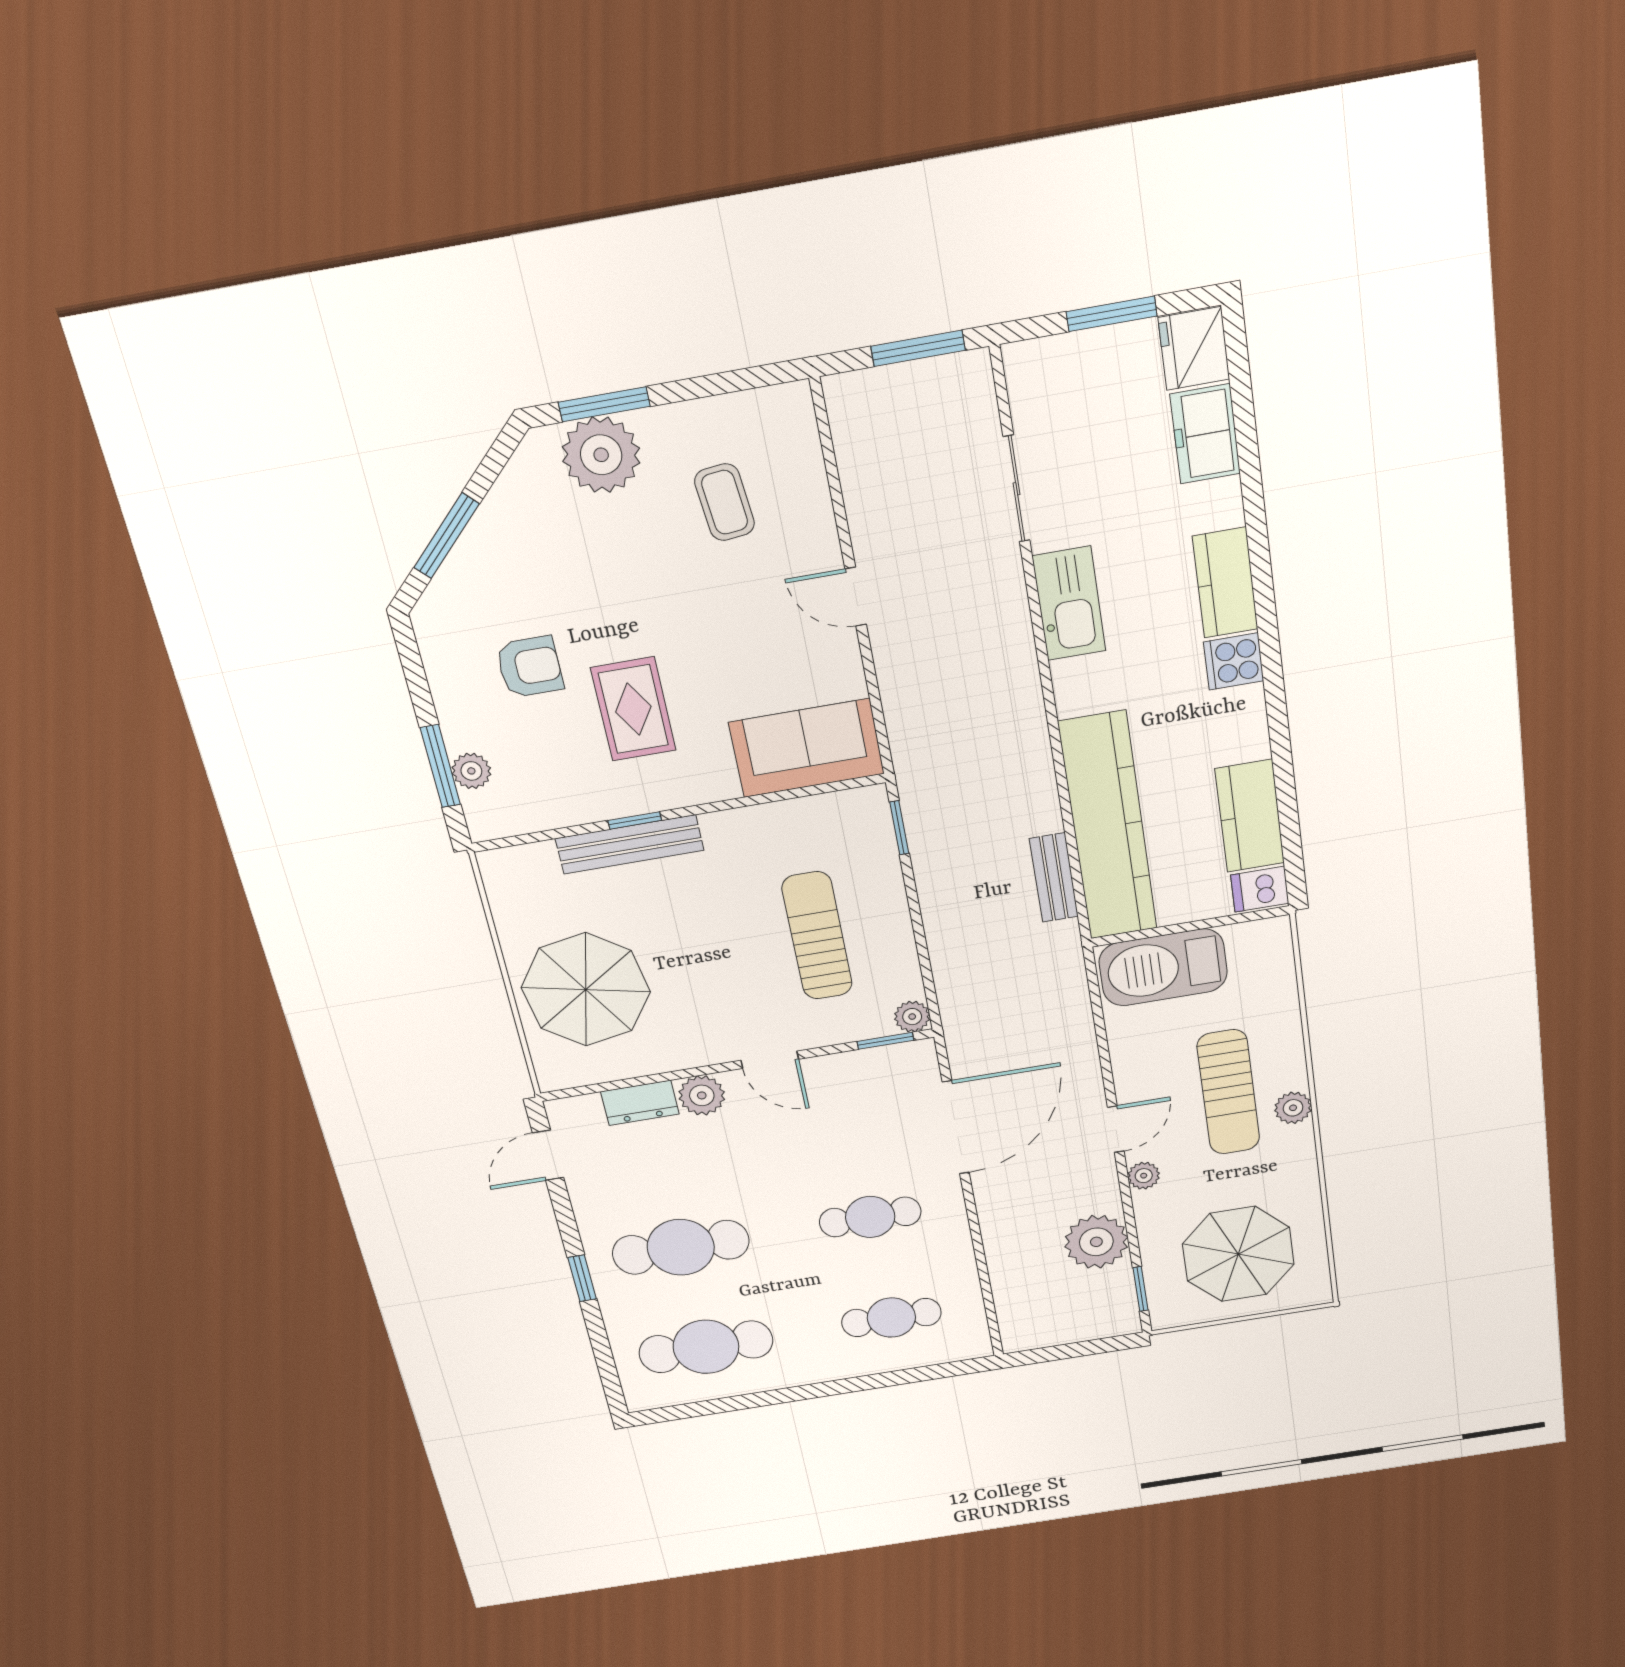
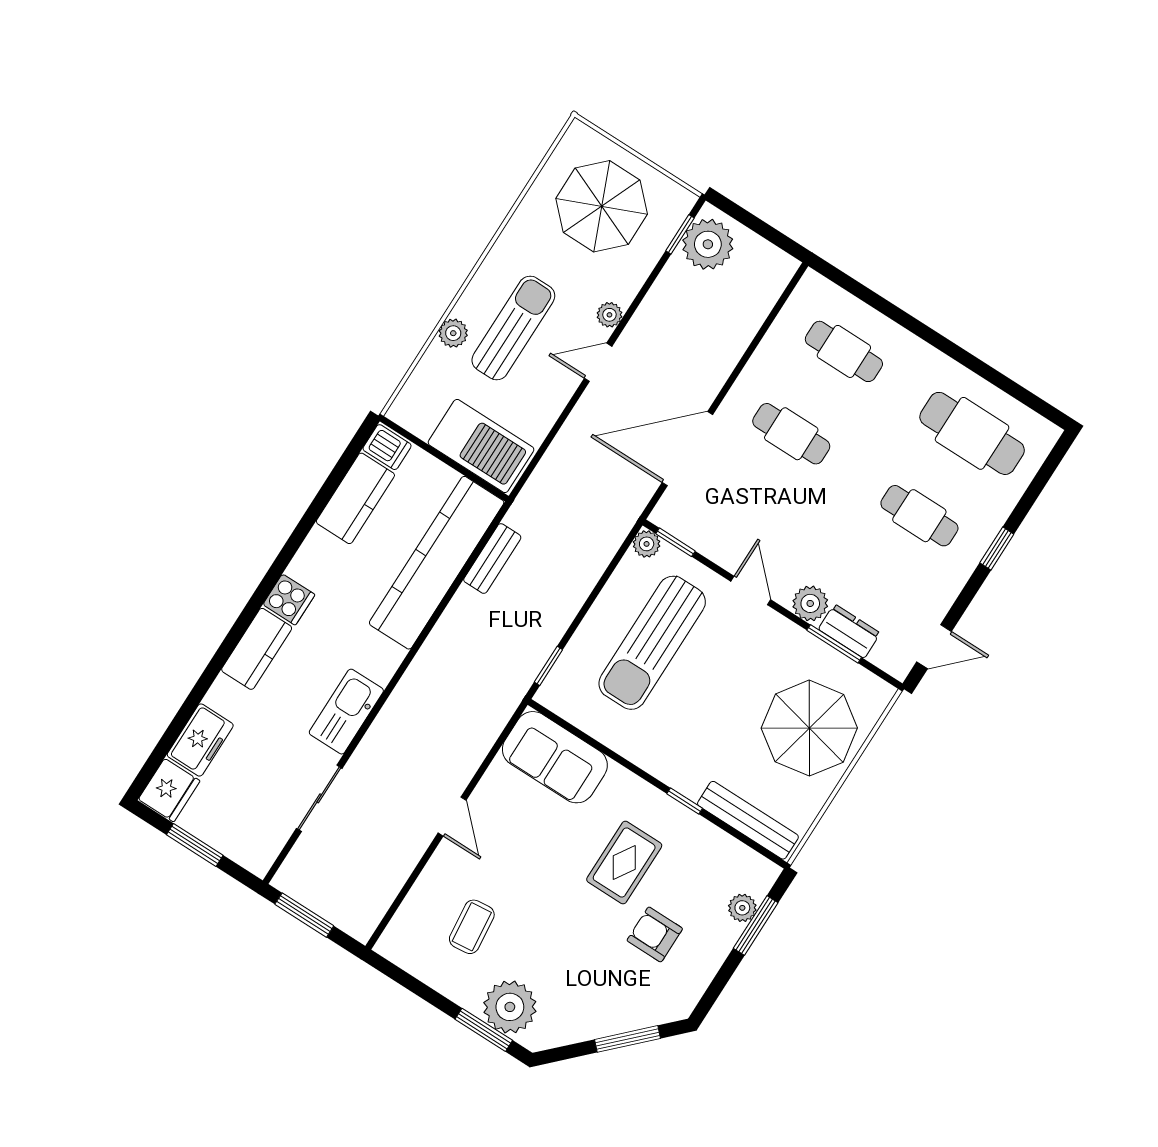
bench: (630, 844) -> (748, 820), moved
sun lounger: (817, 936) -> (652, 643), width x1.36, depth x1.34
window: (642, 1081) -> (834, 644), added
plant: (1293, 1108) -> (453, 333), moved
plant: (1096, 1242) -> (708, 244), moved
cafe table: (681, 1247) -> (919, 516), width x0.73, depth x0.74

